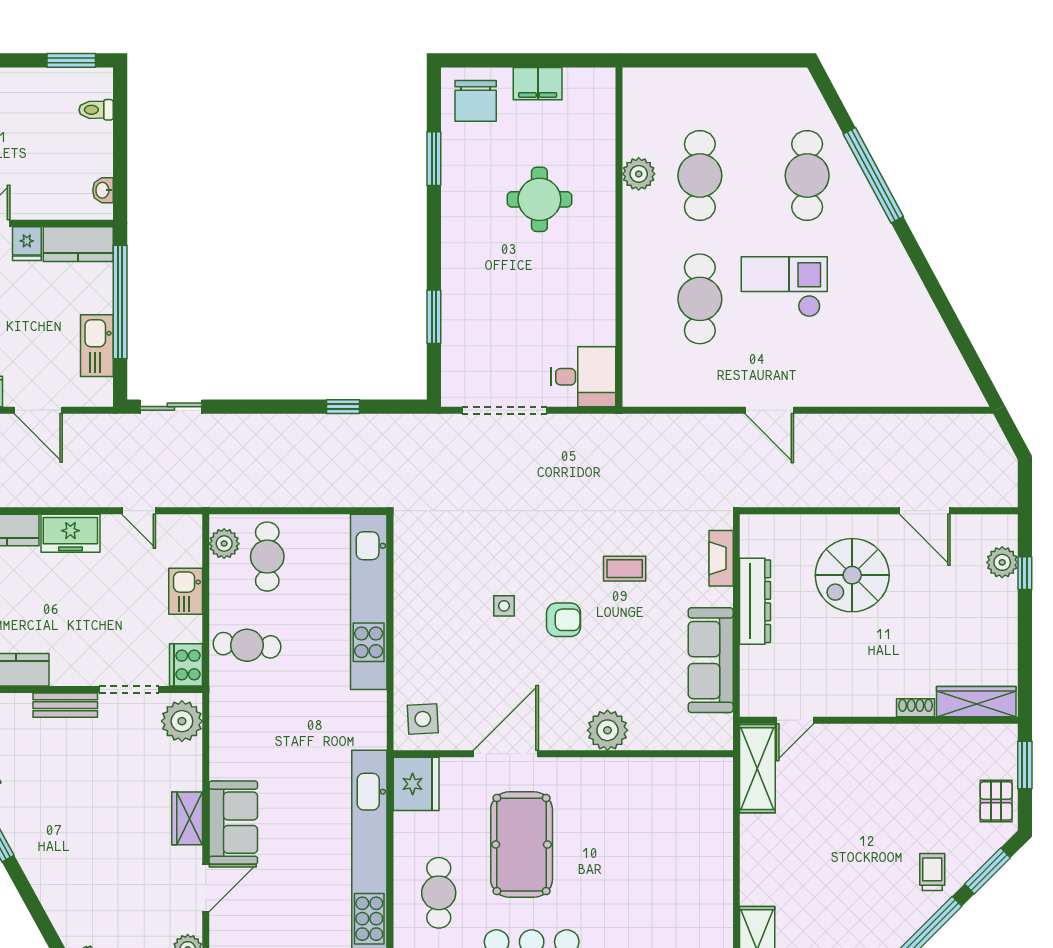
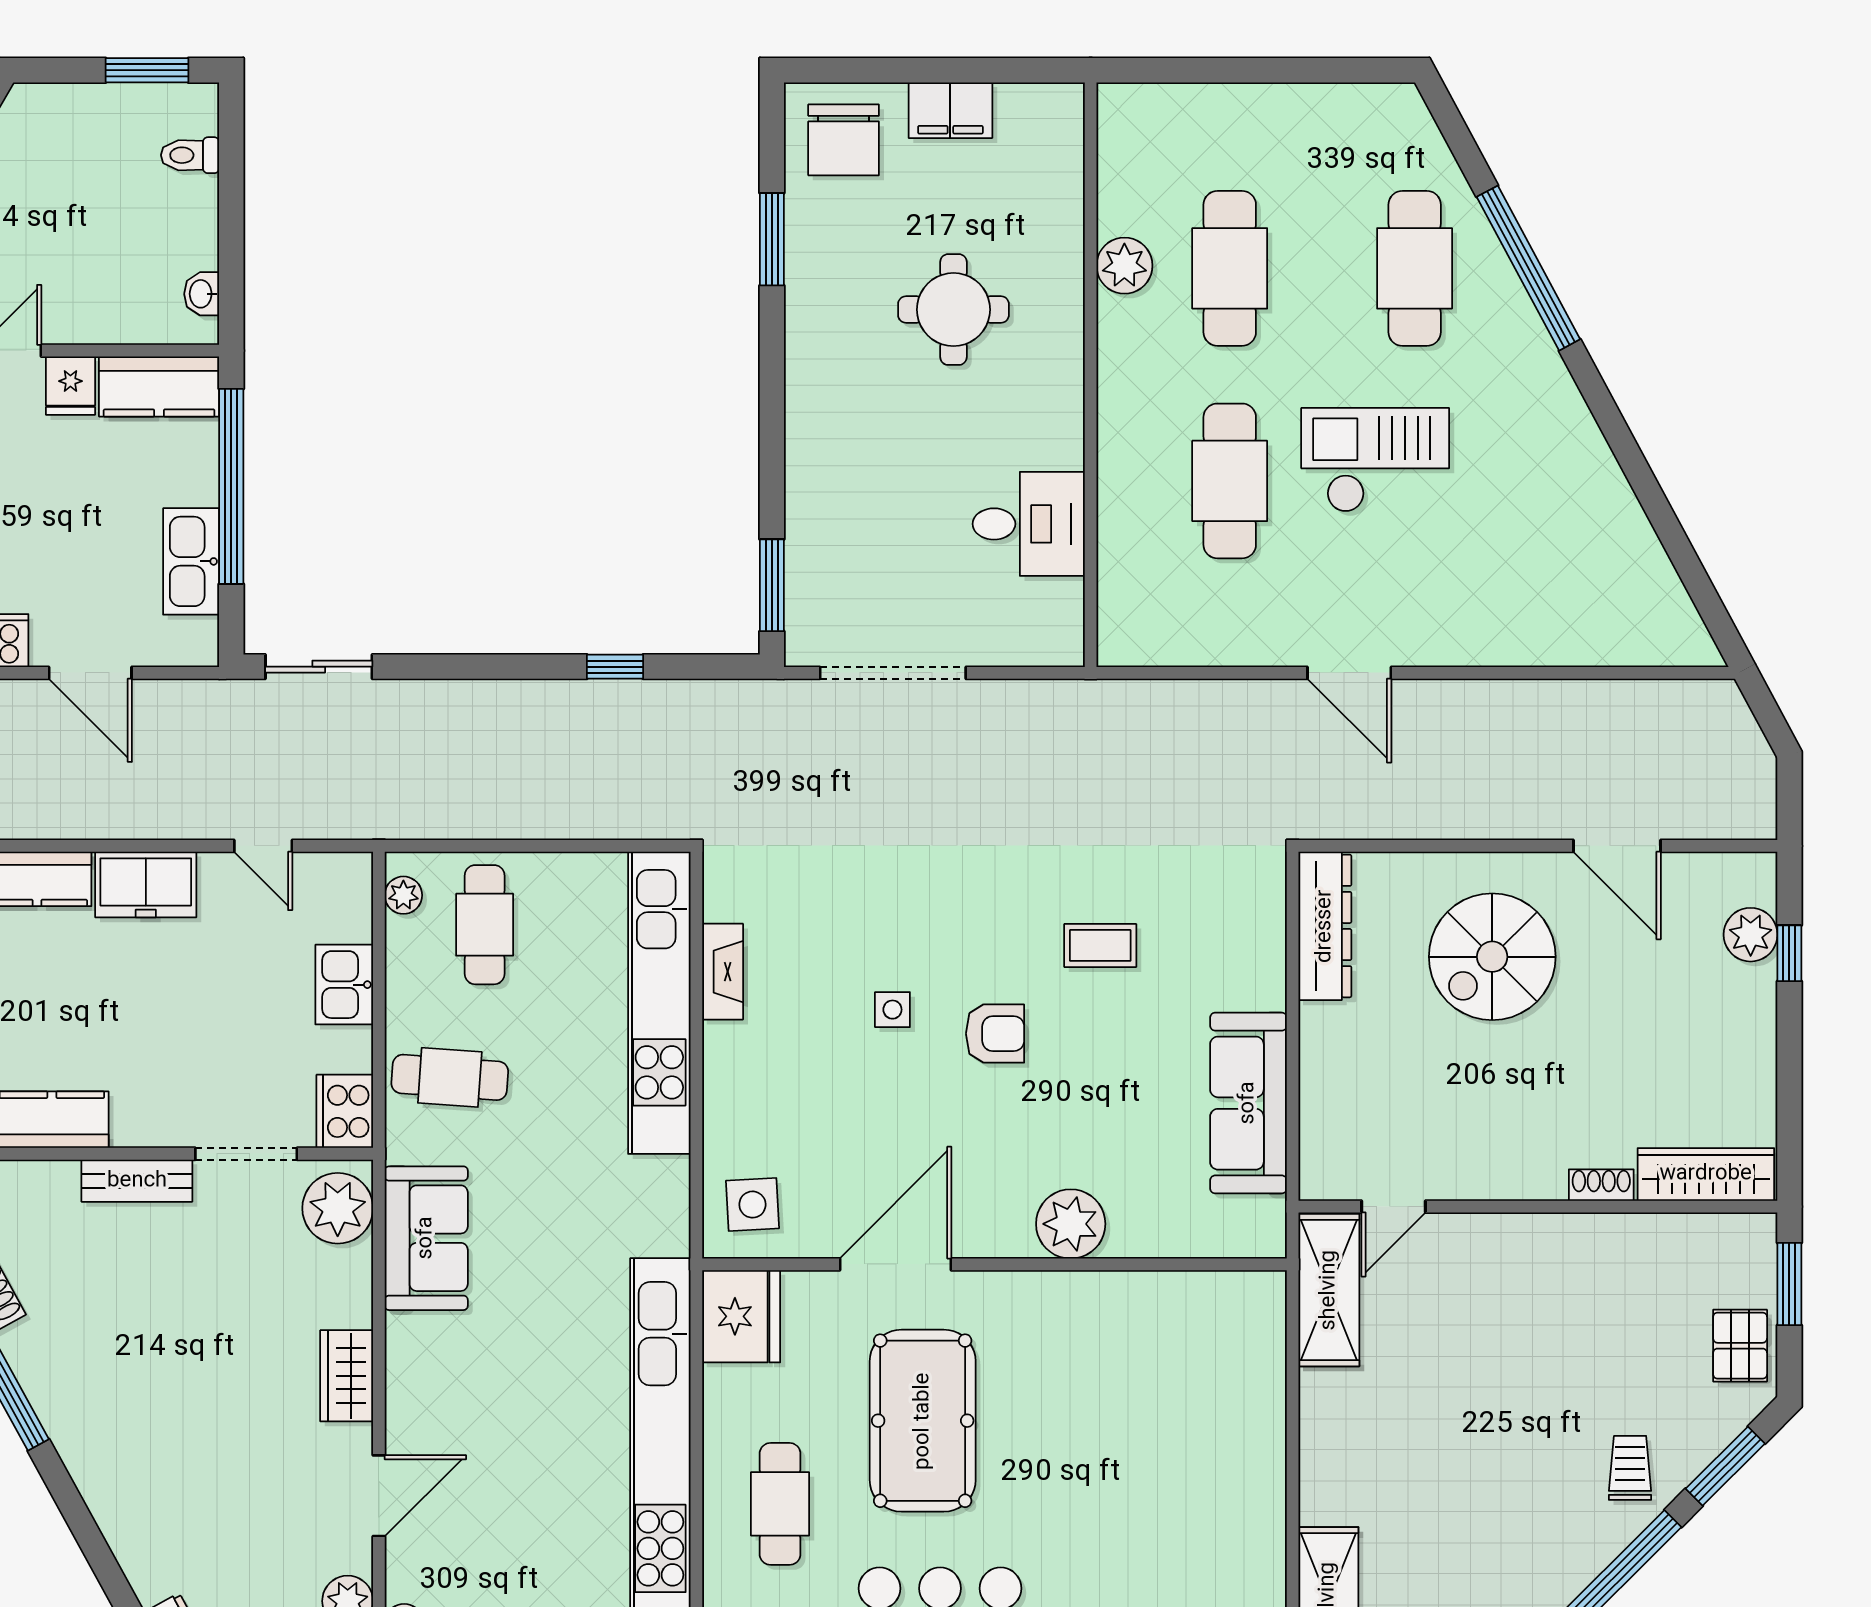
window: (434, 317) -> (772, 585), moved
desk: (583, 377) -> (1029, 524), moved
plant: (224, 544) -> (403, 895), width x0.73, depth x0.73
fireplace: (721, 558) -> (723, 972), moved, turned 180
dresser: (755, 601) -> (1325, 926), moved
sofa: (233, 823) -> (426, 1238), moved

